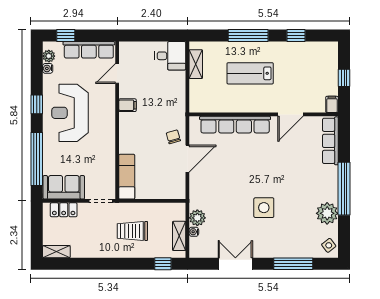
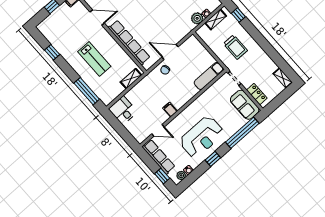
window: (248, 36) -> (87, 91), moved
shelving: (196, 64) -> (131, 79), moved

